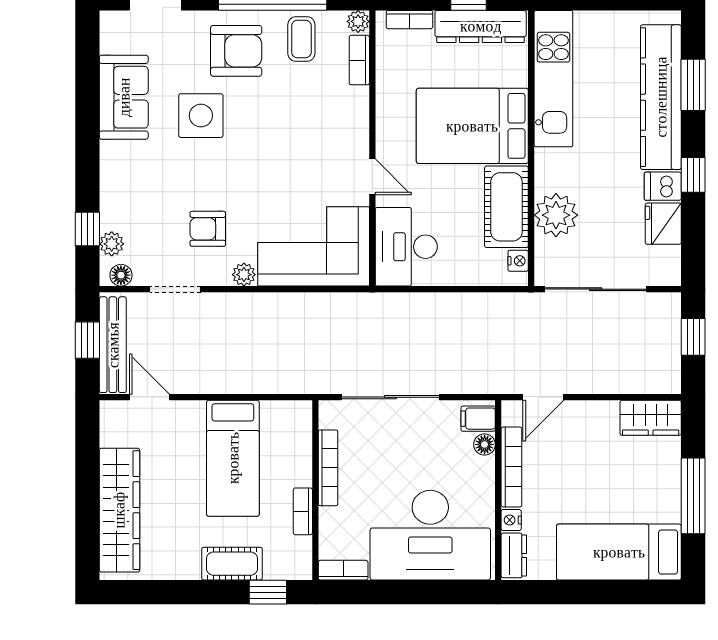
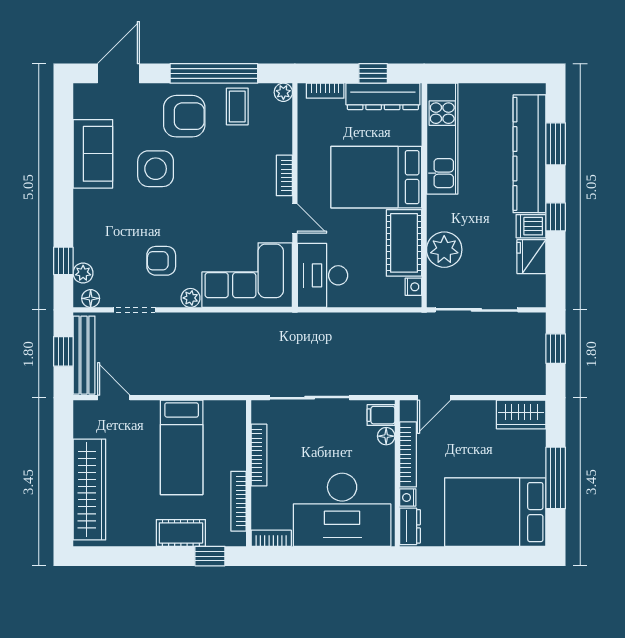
bookcase: (359, 60) -> (284, 175), moved
bookcase: (303, 511) -> (238, 501), width x1.56
bed: (619, 552) -> (495, 512), width x1.50

